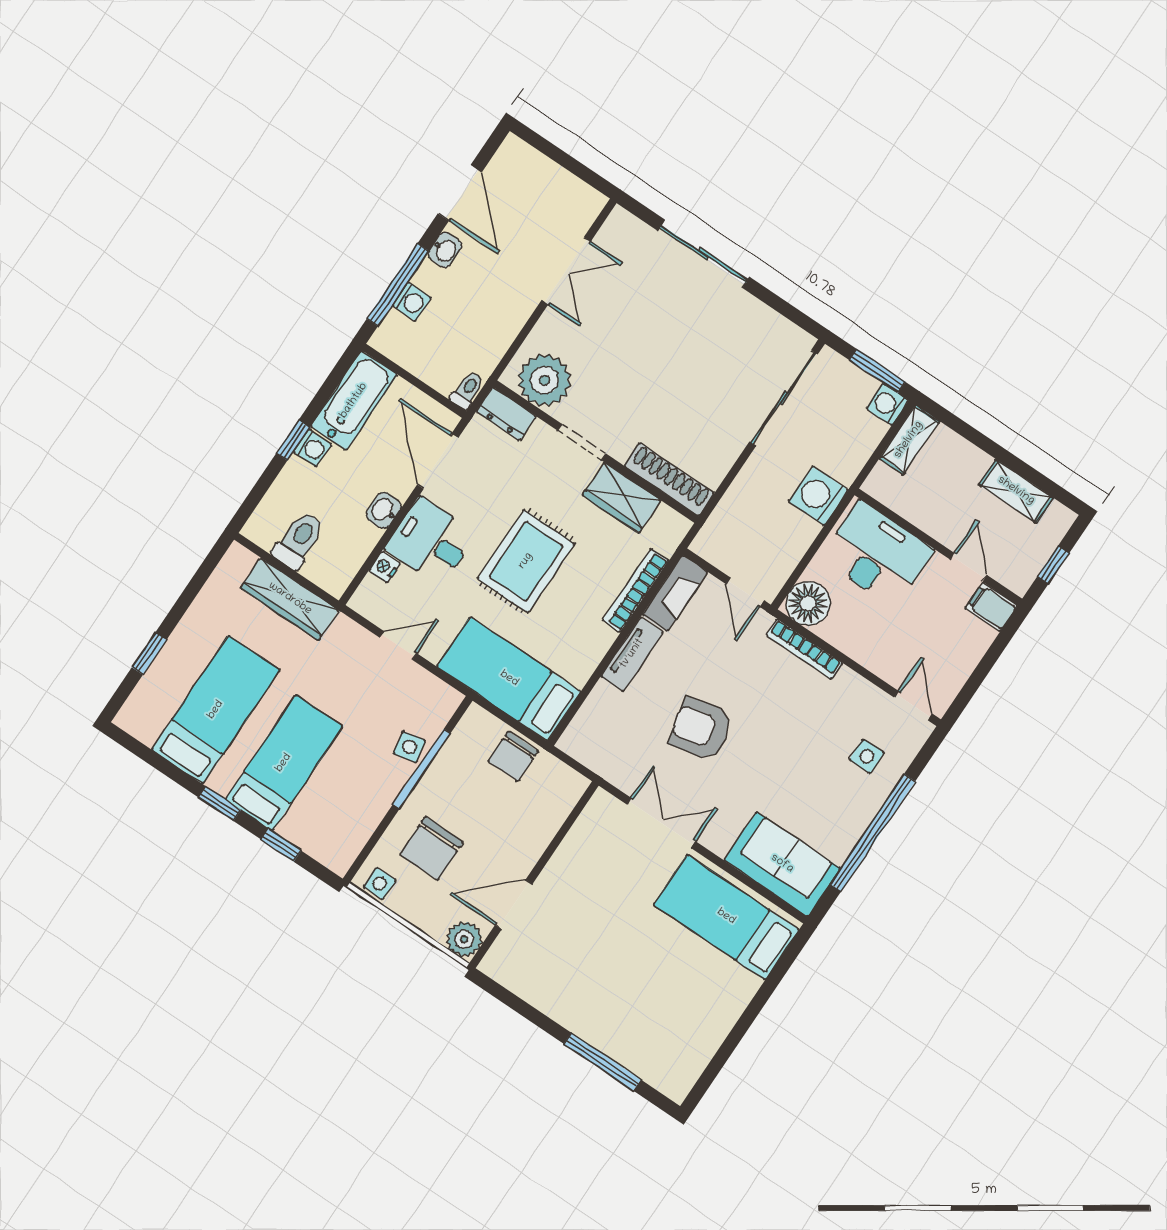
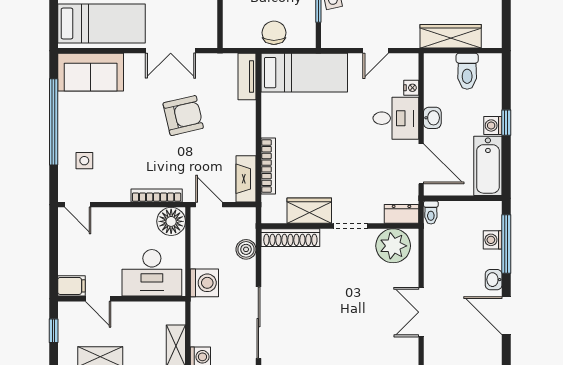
boiler: (736, 503) -> (246, 249), added
rug: (526, 561) -> (338, 142), removed
tv unit: (632, 654) -> (247, 76), moved

